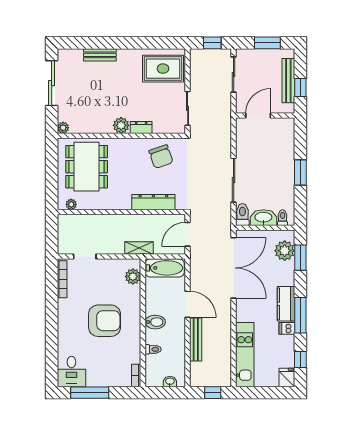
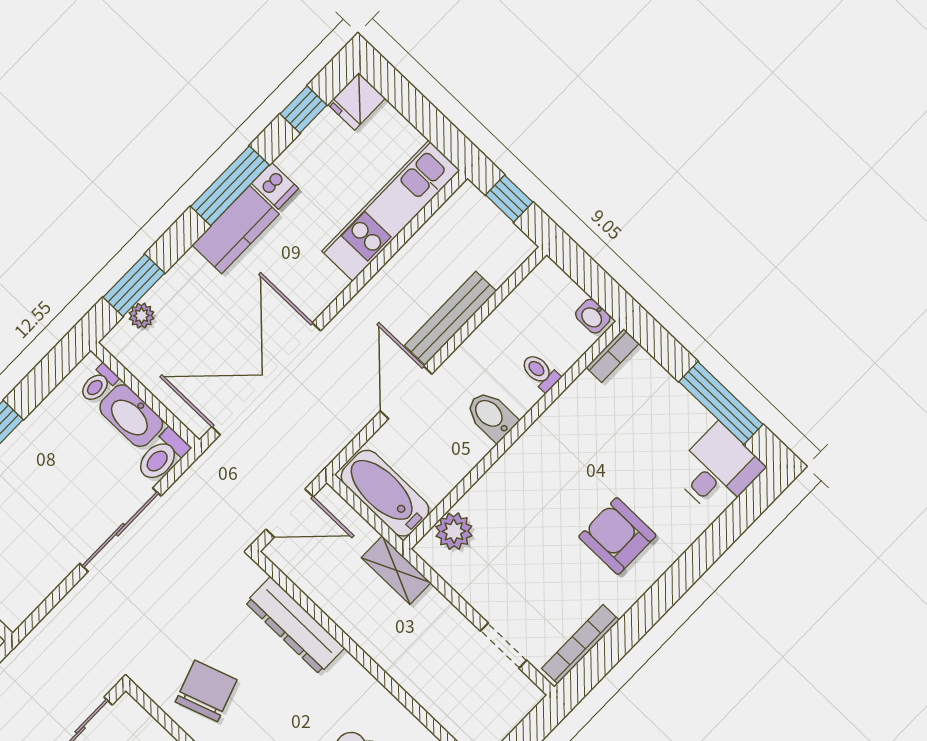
plant: (285, 251) -> (142, 316), width x0.53, depth x0.53
armchair: (105, 321) -> (617, 536), moved, width x0.73, depth x0.73
washbasin: (170, 381) -> (593, 316), moved

